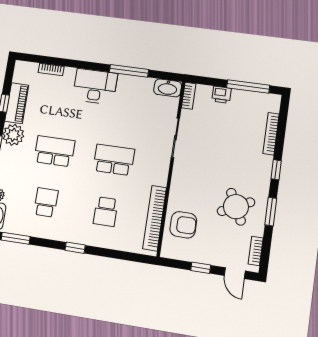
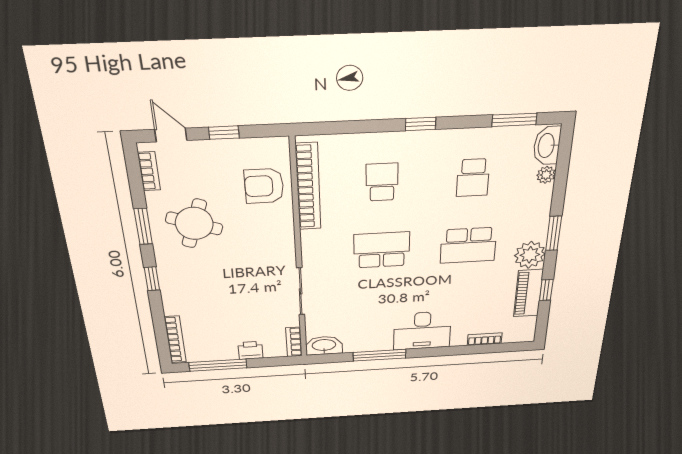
bookcase: (271, 134) -> (175, 339), moved
school desk: (114, 160) -> (382, 250), turned 180
round table: (236, 207) -> (194, 223), turned 45

